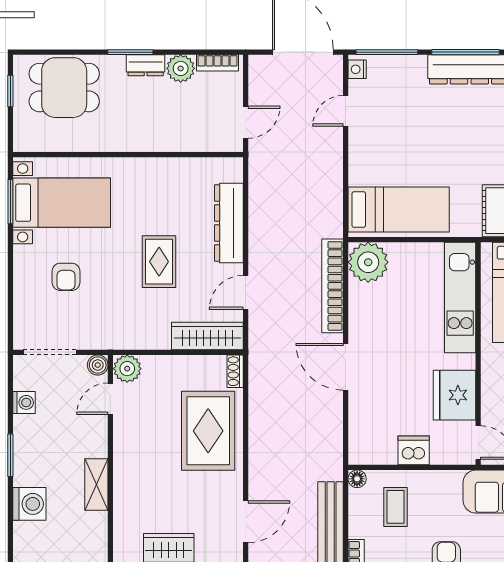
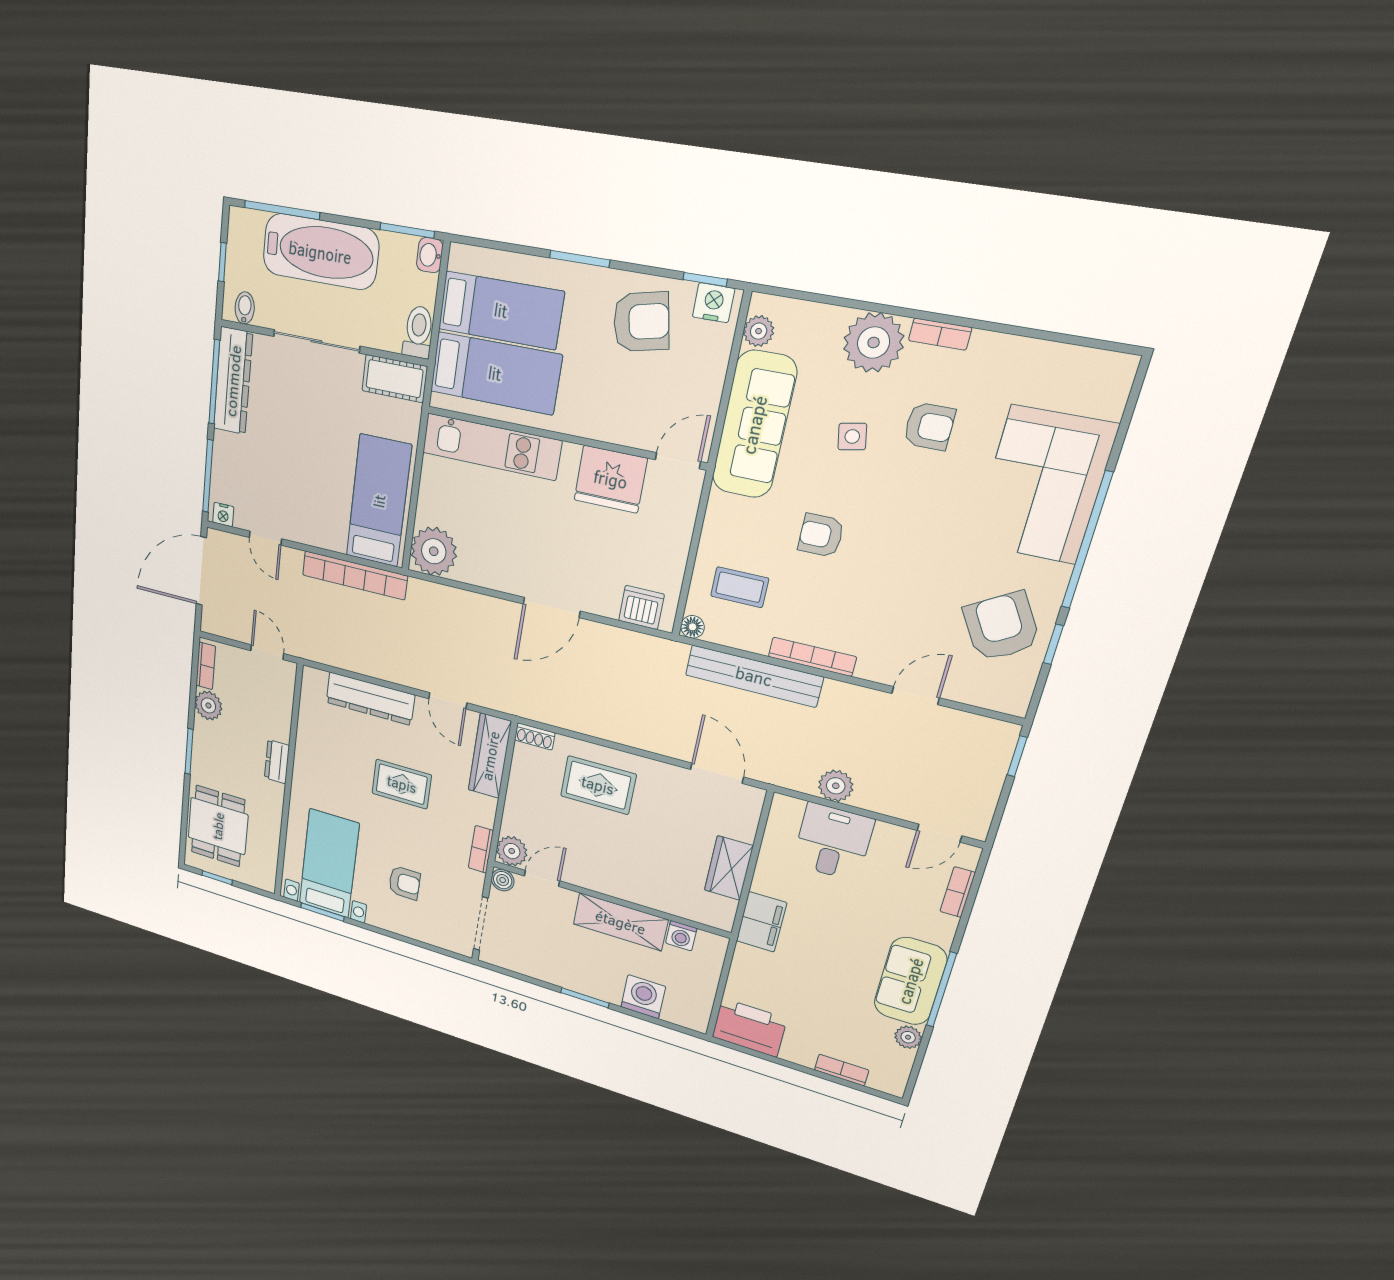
dresser: (146, 65) -> (277, 762), moved, turned 180
bookcase: (332, 286) -> (355, 575), moved
bookcase: (120, 341) -> (481, 849), added
door: (110, 399) -> (542, 878), swing flipped
washing machine: (24, 402) -> (681, 936), moved, turned 180
rug: (208, 431) -> (598, 785), width x0.73, depth x0.70
dishwasher: (414, 450) -> (641, 607), moved, turned 90
shelving: (96, 485) -> (620, 922), width x1.50, depth x1.33

